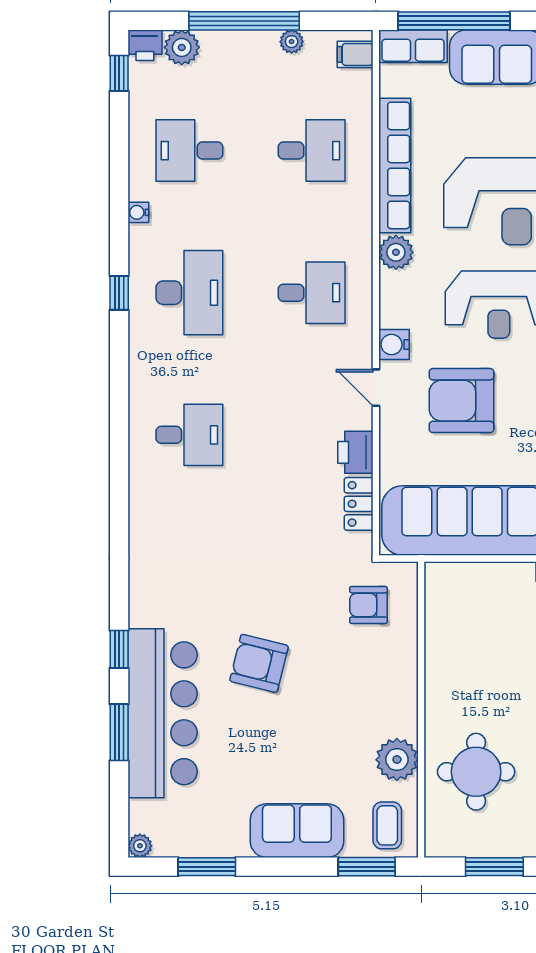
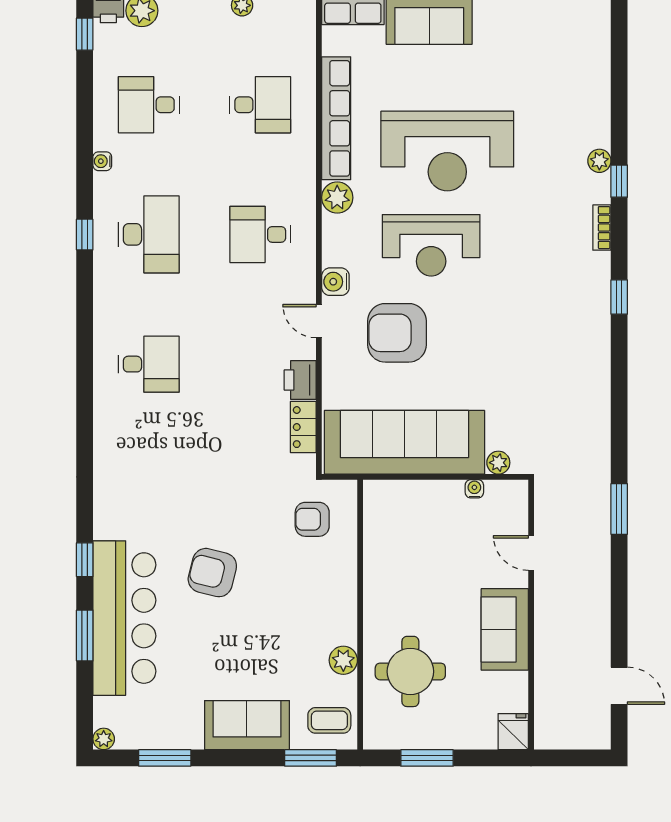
filing cabinet: (355, 54) -> (300, 17), removed
desk: (312, 293) -> (260, 234), turned 180
plant: (397, 760) -> (343, 660), width x0.73, depth x0.73
coffee table: (387, 825) -> (329, 720), turned 90

